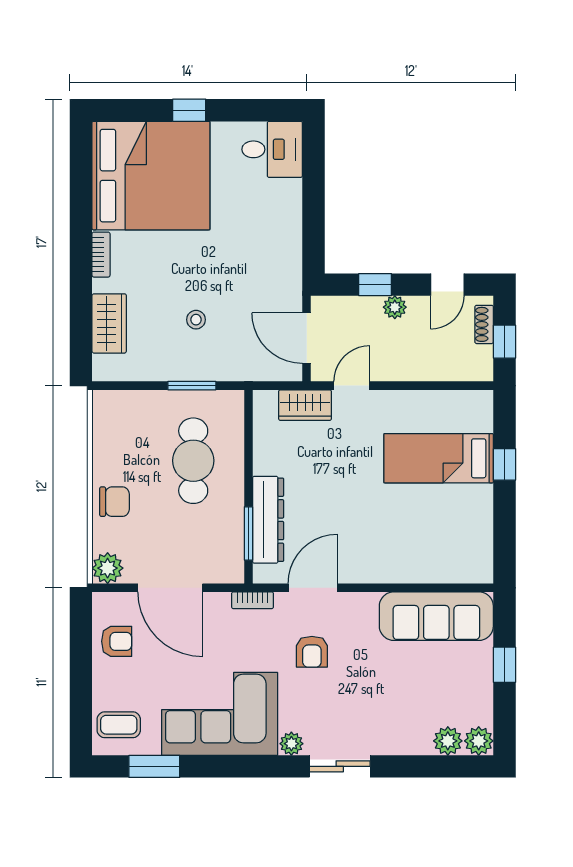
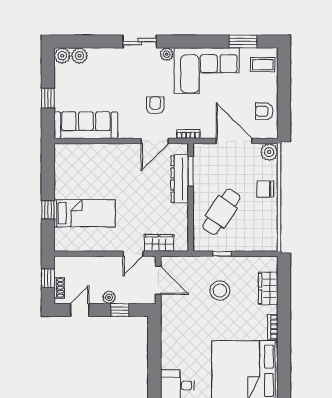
stool: (196, 320) -> (220, 291), width x1.89, depth x1.89
window: (192, 386) -> (222, 254), width x0.67
cafe table: (193, 461) -> (221, 212), turned 34

